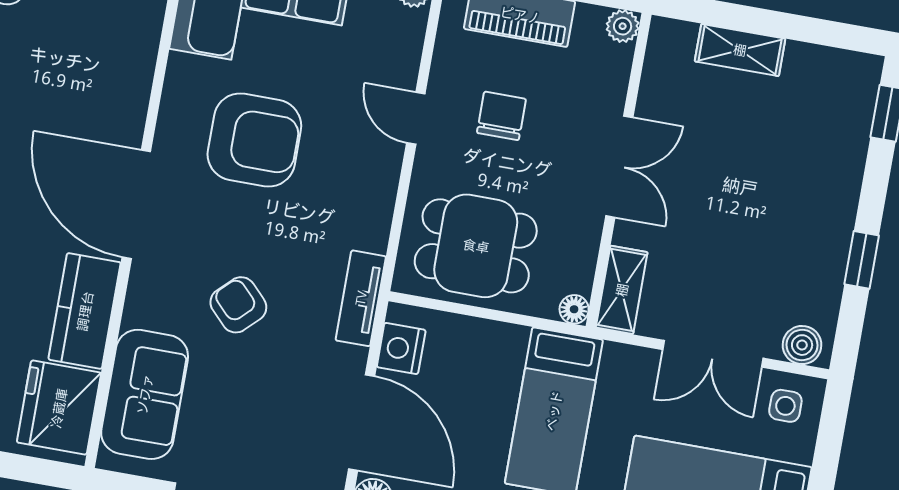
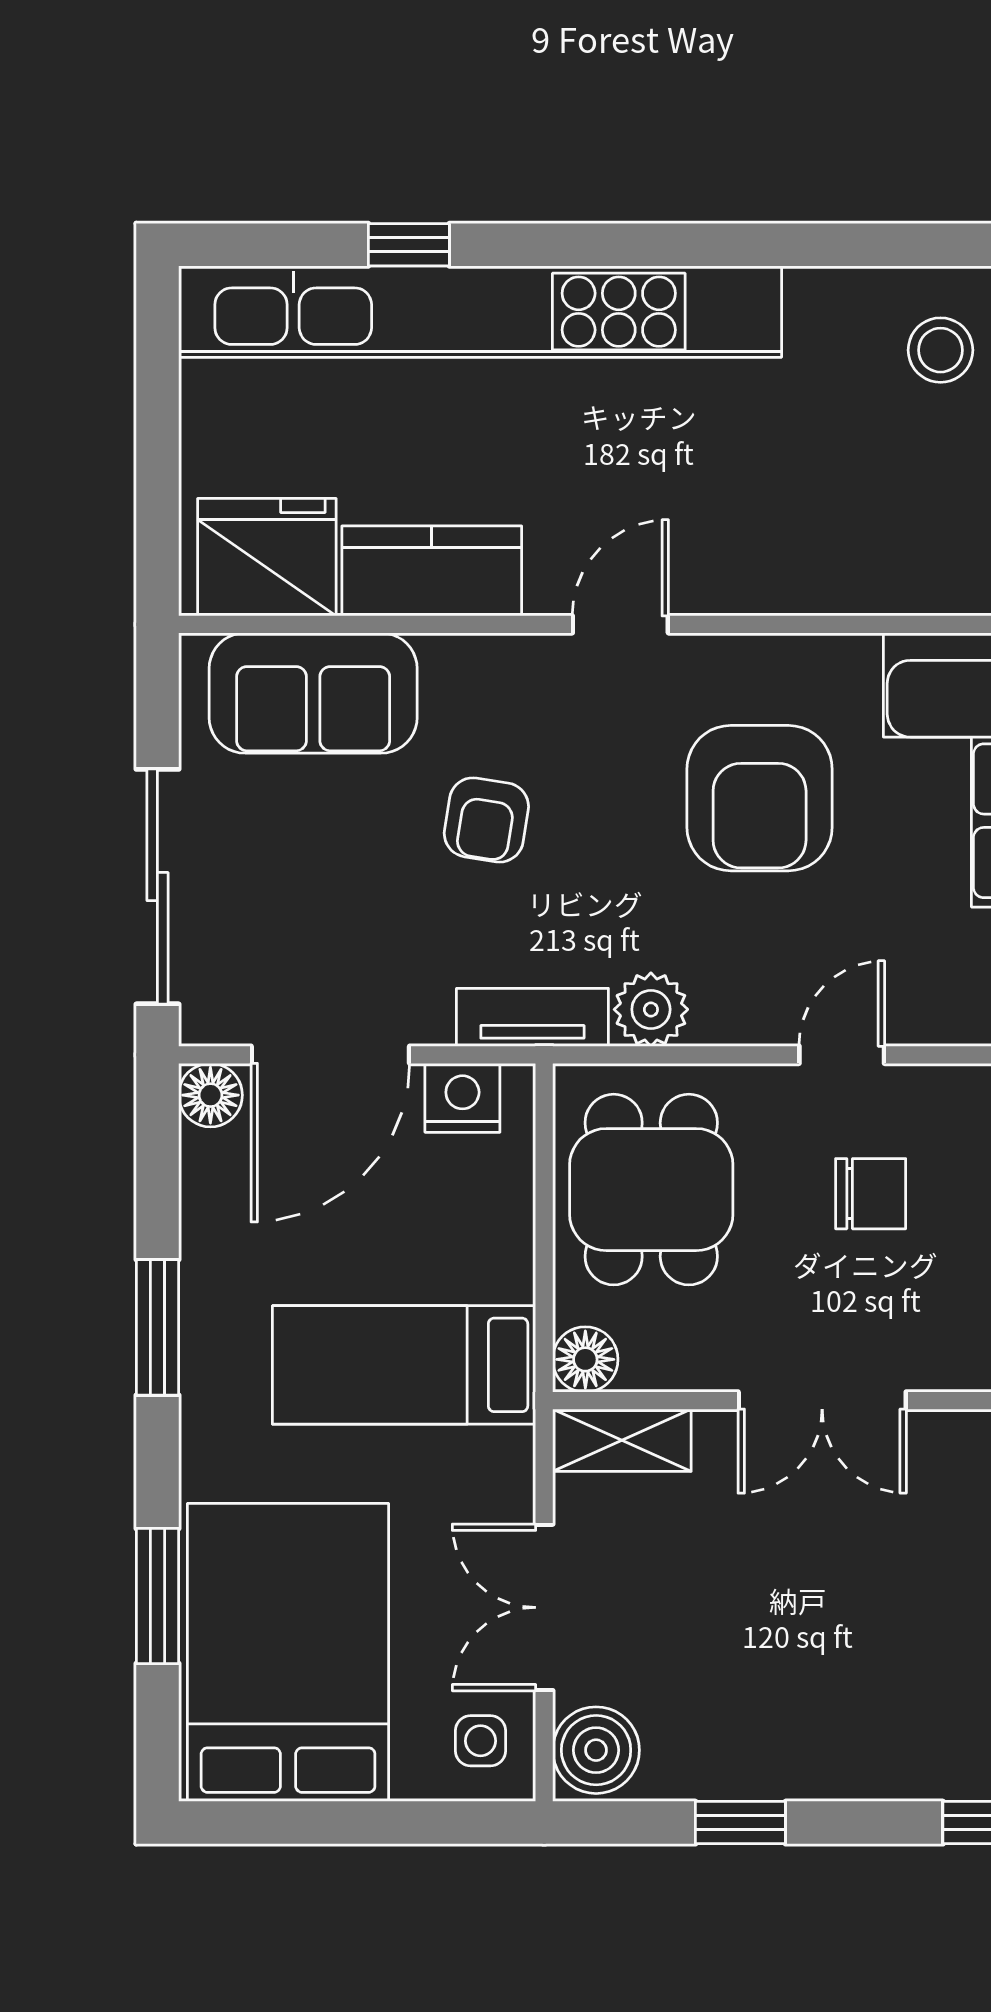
door: (136, 204) -> (620, 624), width x0.53
plant: (369, 227) -> (651, 1009), added
armchair: (238, 305) -> (486, 820), turned 143
floor lamp: (574, 309) -> (585, 1359), width x1.37, depth x1.37
boiler: (802, 345) -> (596, 1750), width x1.36, depth x1.36

